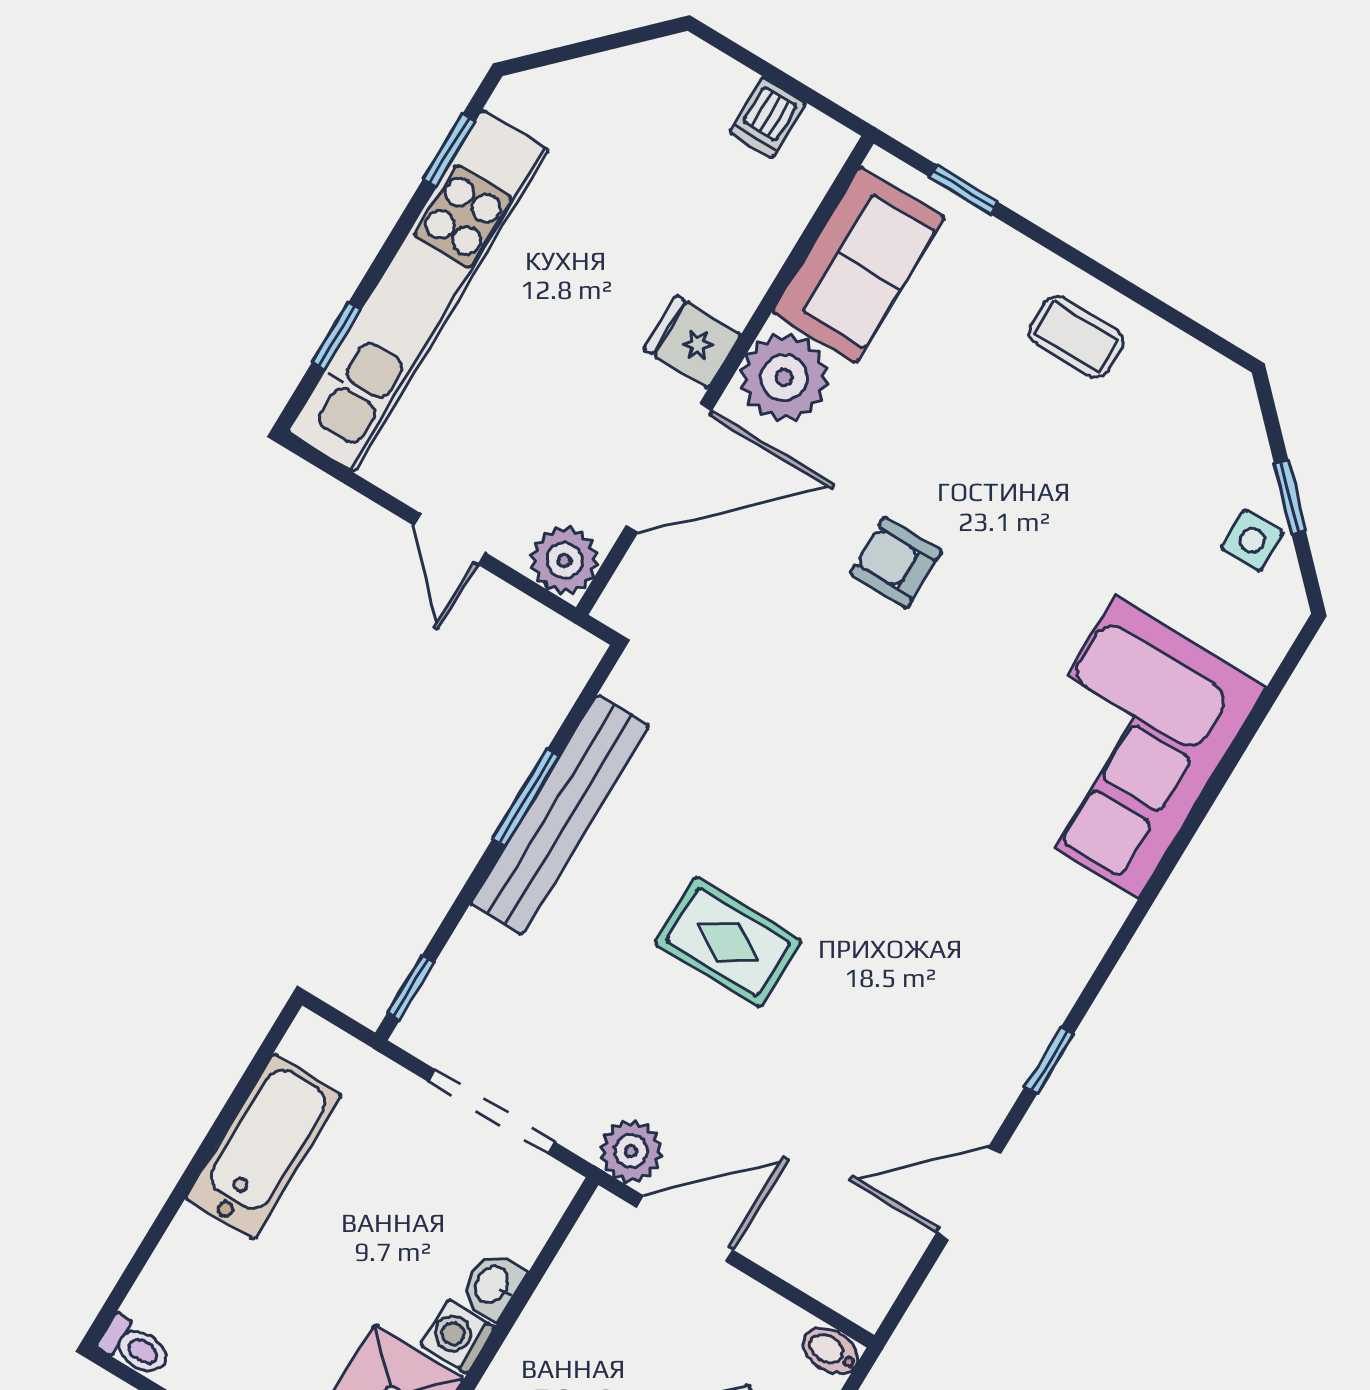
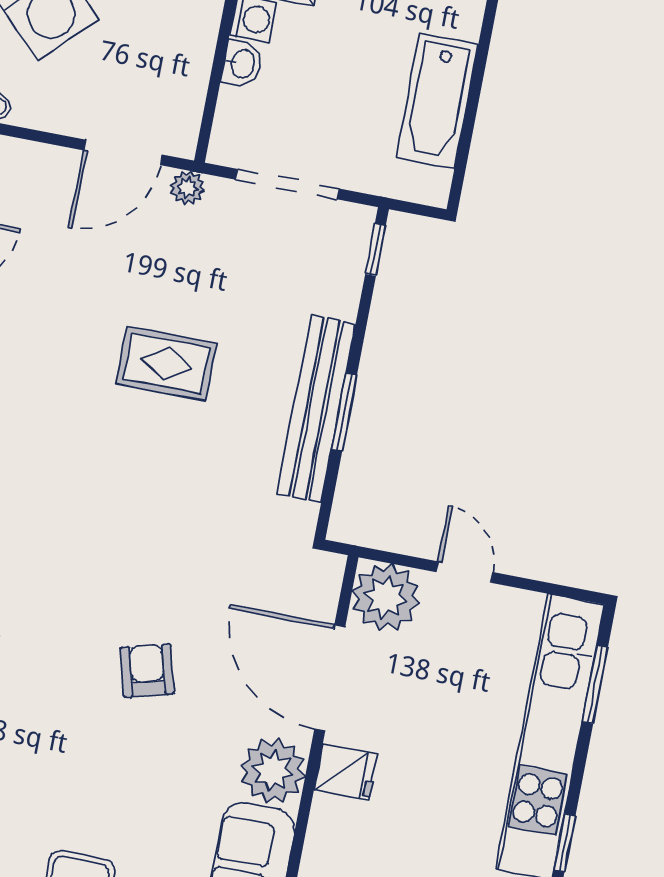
window: (337, 336) -> (595, 684), width x1.50
door: (669, 468) -> (330, 678), hinge flipped
plant: (565, 560) -> (386, 597), width x1.36, depth x1.36
armchair: (896, 563) -> (147, 671), turned -105
plant: (631, 1151) -> (188, 188), width x0.73, depth x0.73

